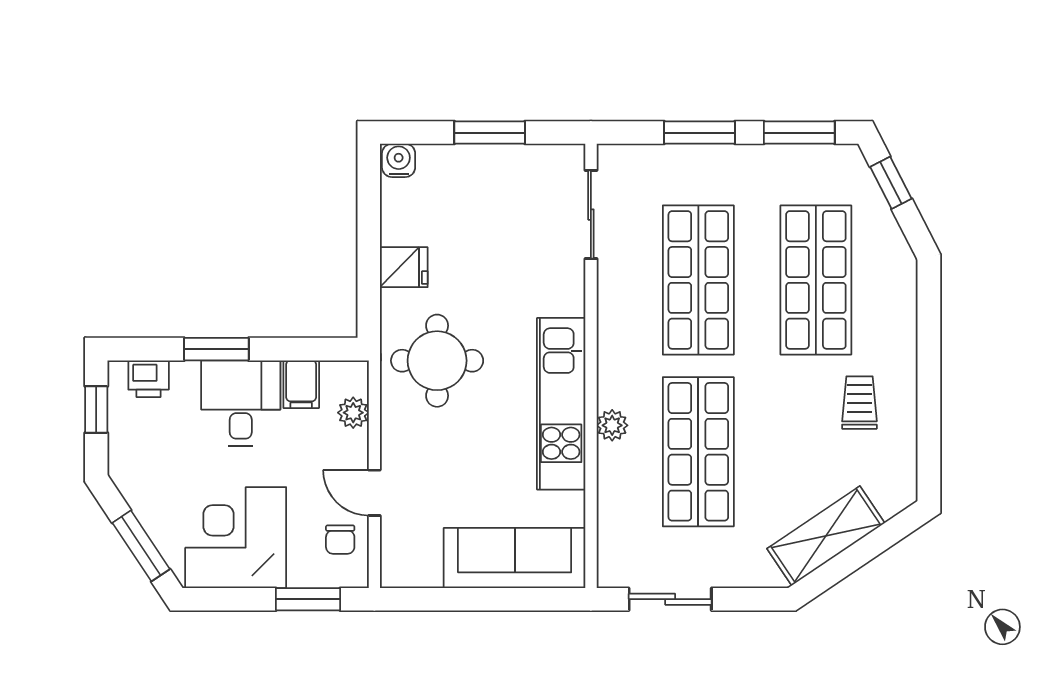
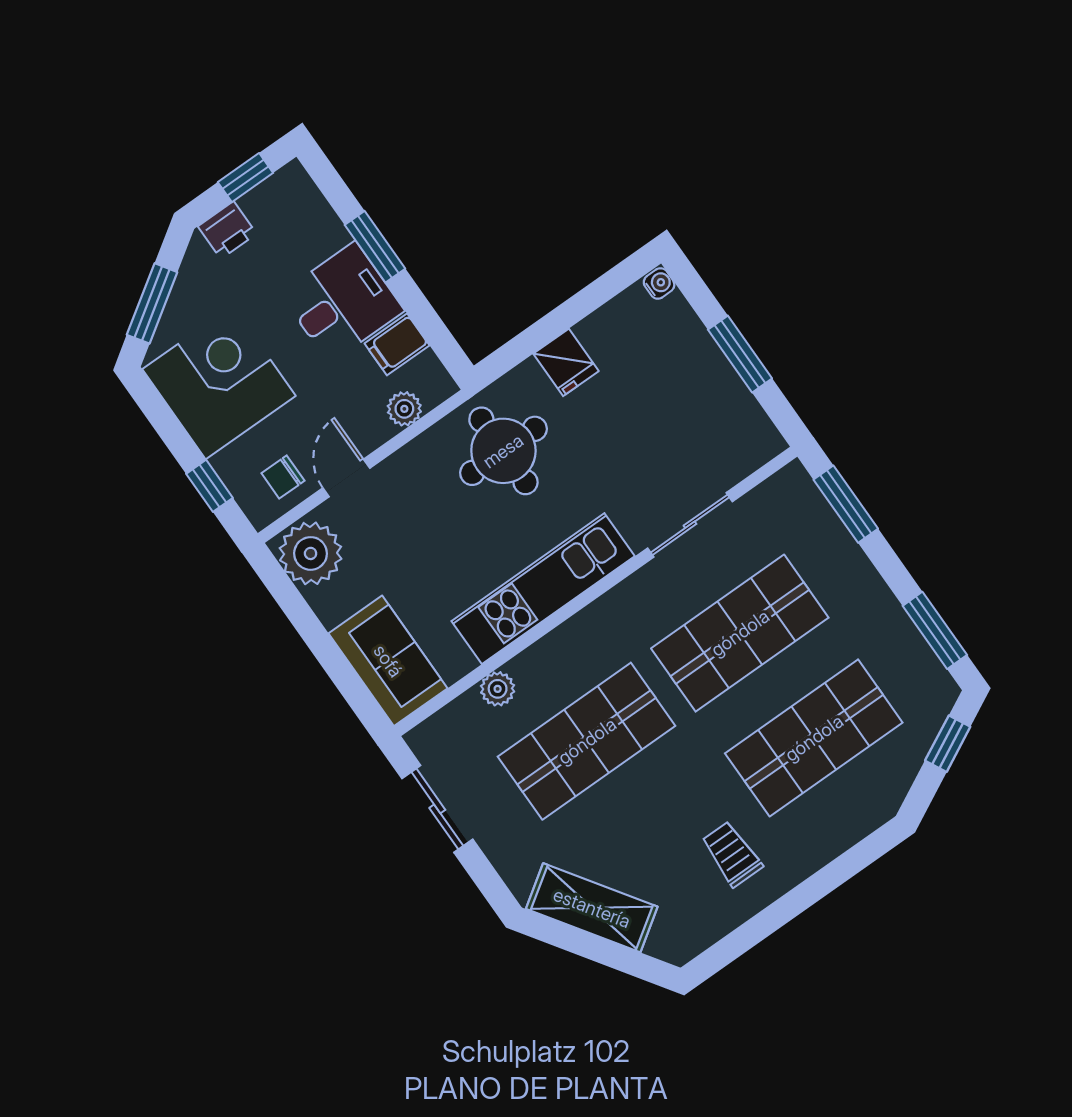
window: (699, 133) -> (846, 504), moved
water cooler: (399, 160) -> (659, 283), width x0.72, depth x0.72
sliding door: (591, 215) -> (690, 525), moved
printer: (149, 379) -> (227, 230), moved, turned -90
trolley: (859, 403) -> (732, 854), turned -90
plant: (612, 425) -> (498, 689), moved
sofa: (515, 558) -> (388, 661), width x0.73
plant: (412, 559) -> (311, 553), added
window: (308, 599) -> (209, 486), width x0.67

